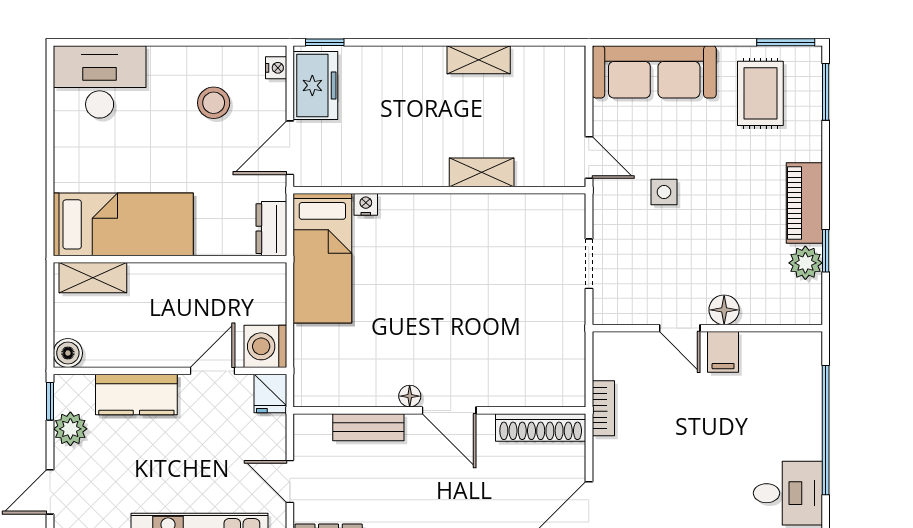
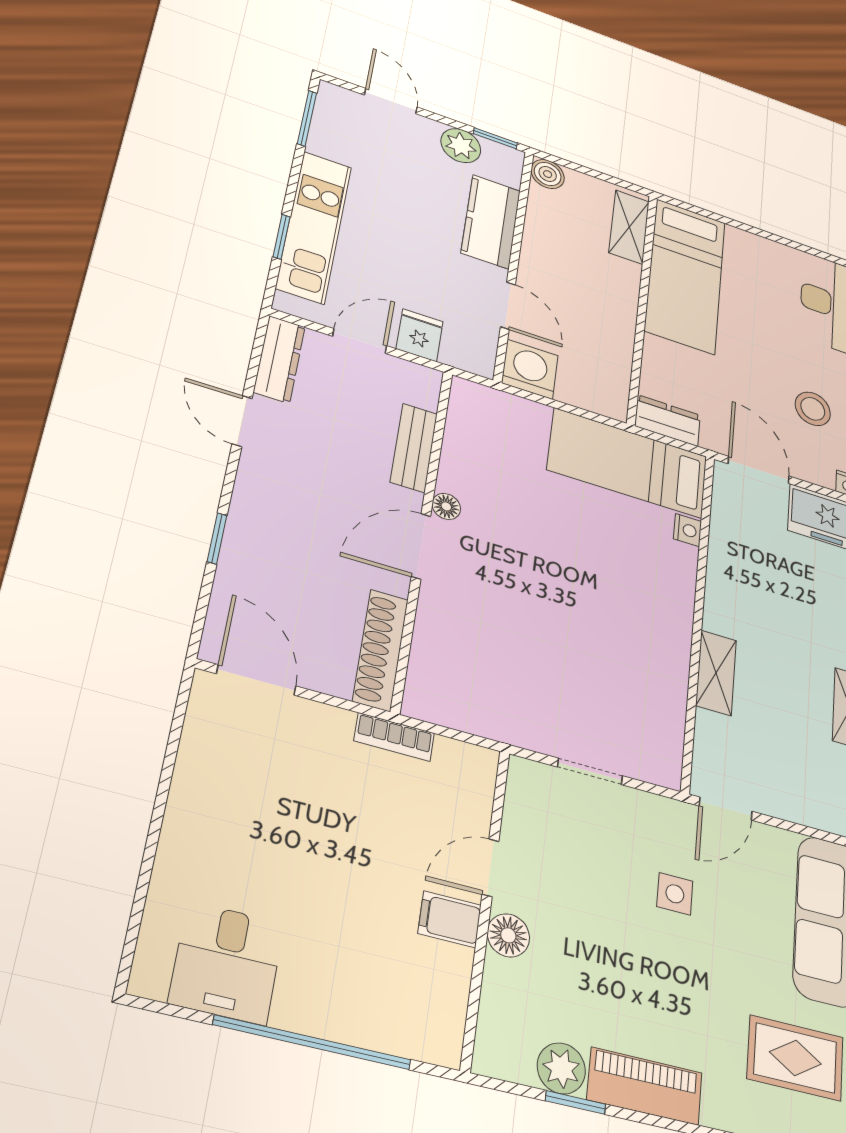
fridge: (270, 394) -> (420, 335), moved, turned 90

